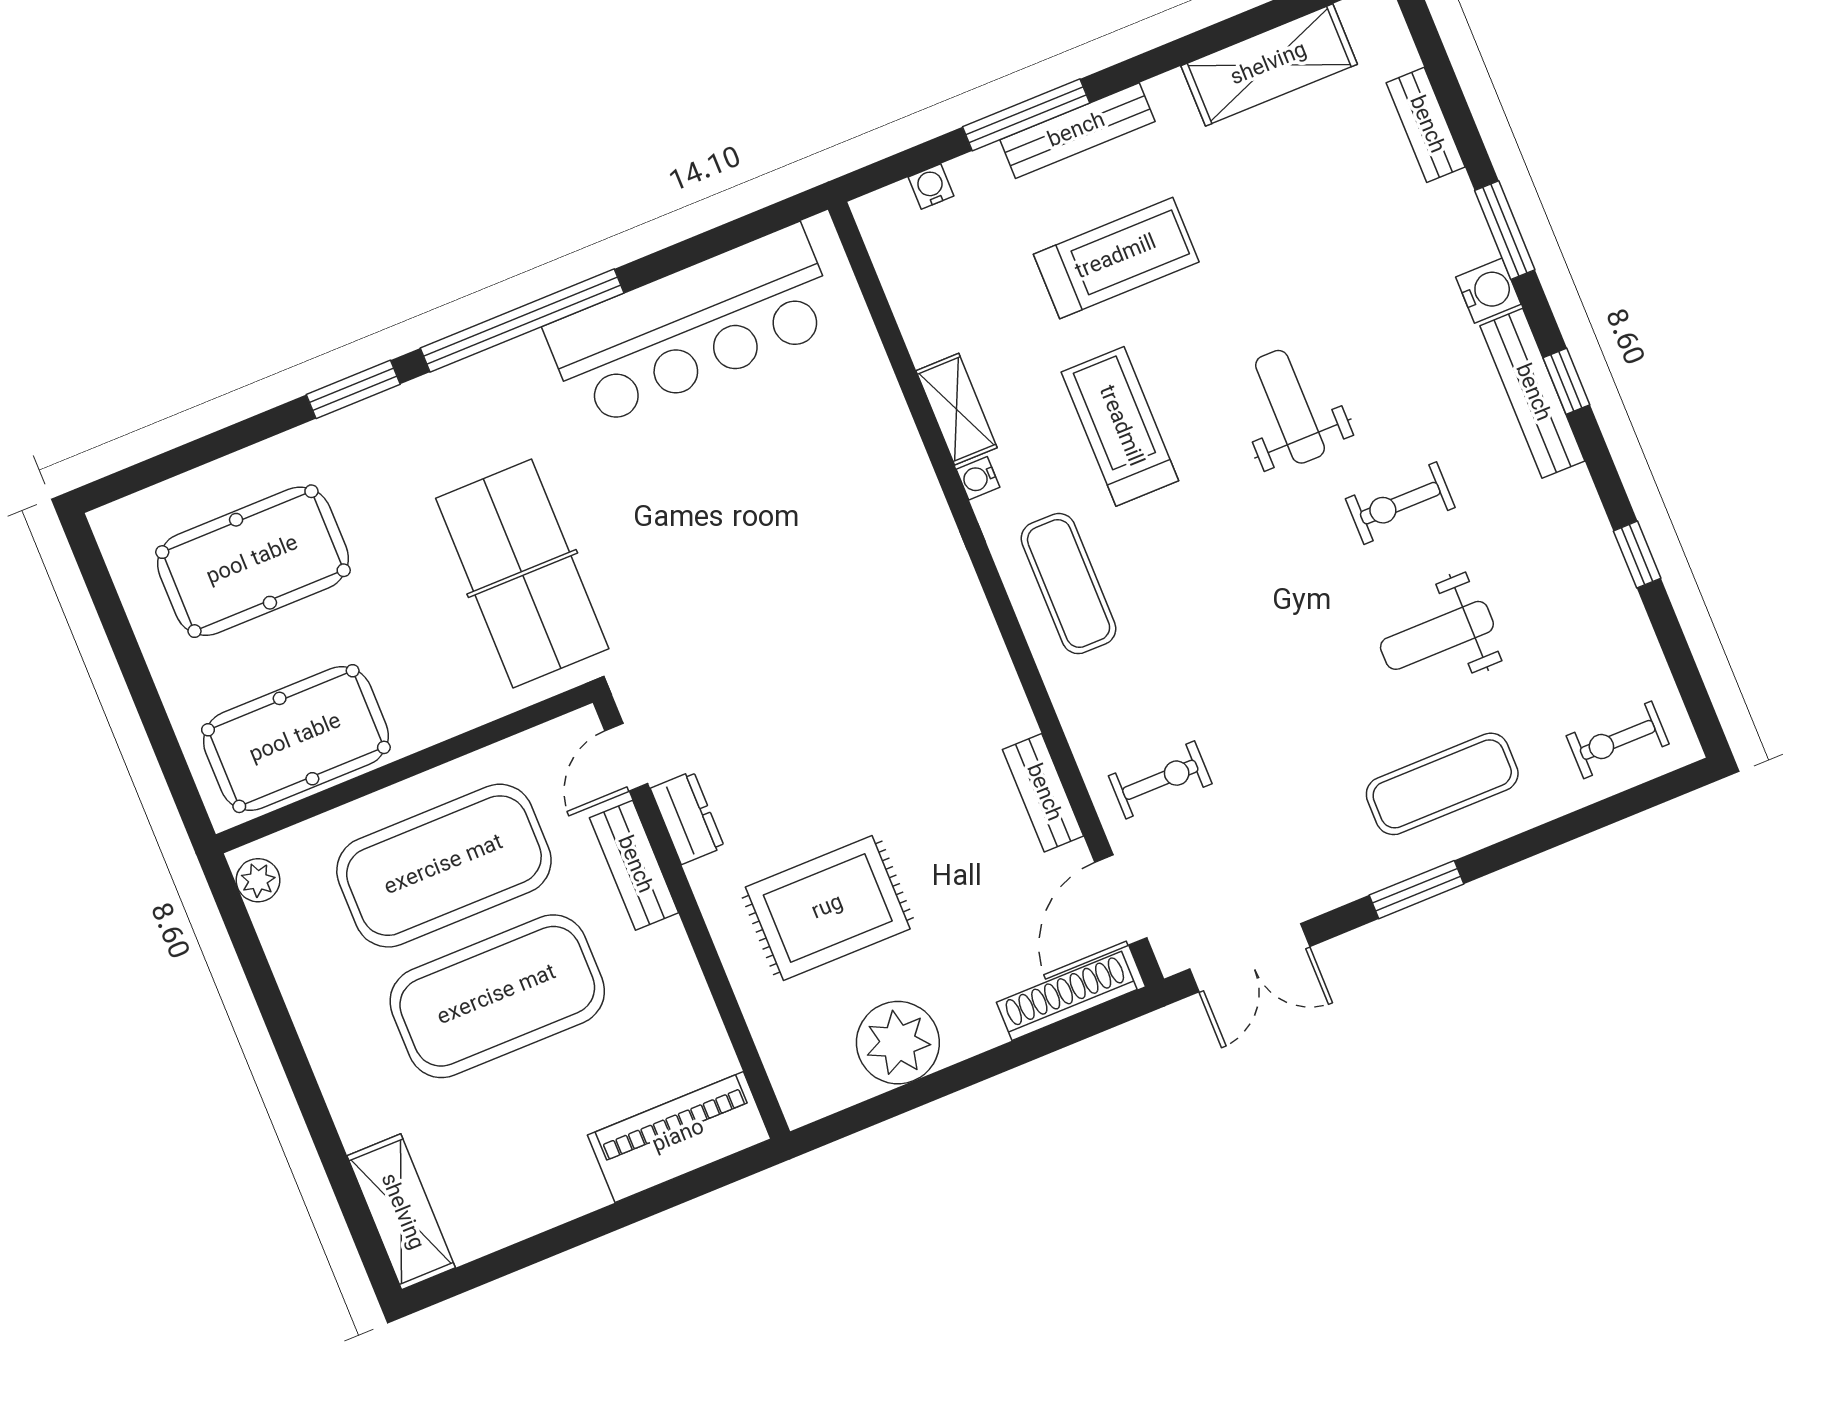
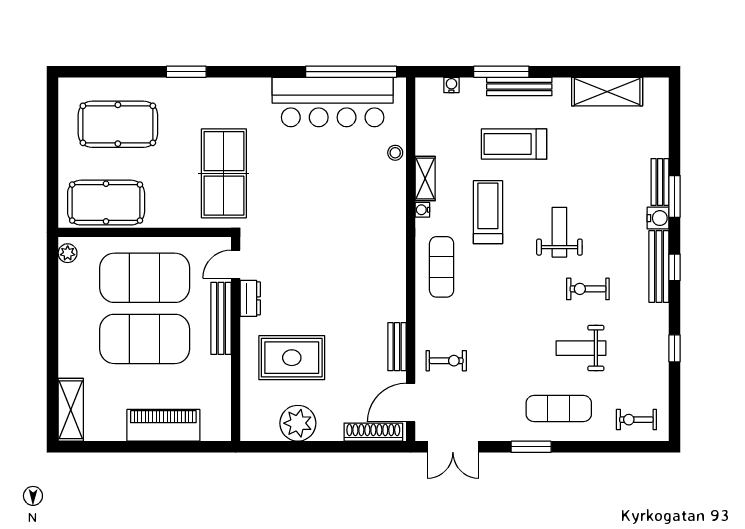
bench: (1426, 125) -> (660, 182), moved
treadmill: (1116, 258) -> (514, 144), turned 180
window: (522, 320) -> (351, 72), moved
stool: (870, 380) -> (395, 153), added
bench: (634, 865) -> (221, 318), width x1.36
piano: (679, 1137) -> (163, 425), moved

